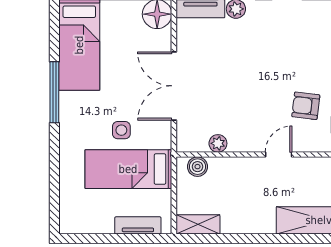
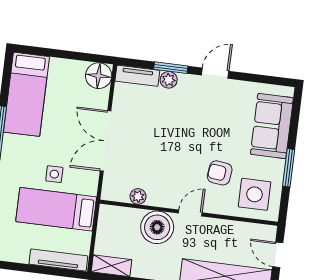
boiler: (197, 167) -> (157, 227), moved, width x1.86, depth x1.86
tv unit: (138, 225) -> (58, 260), width x1.41

